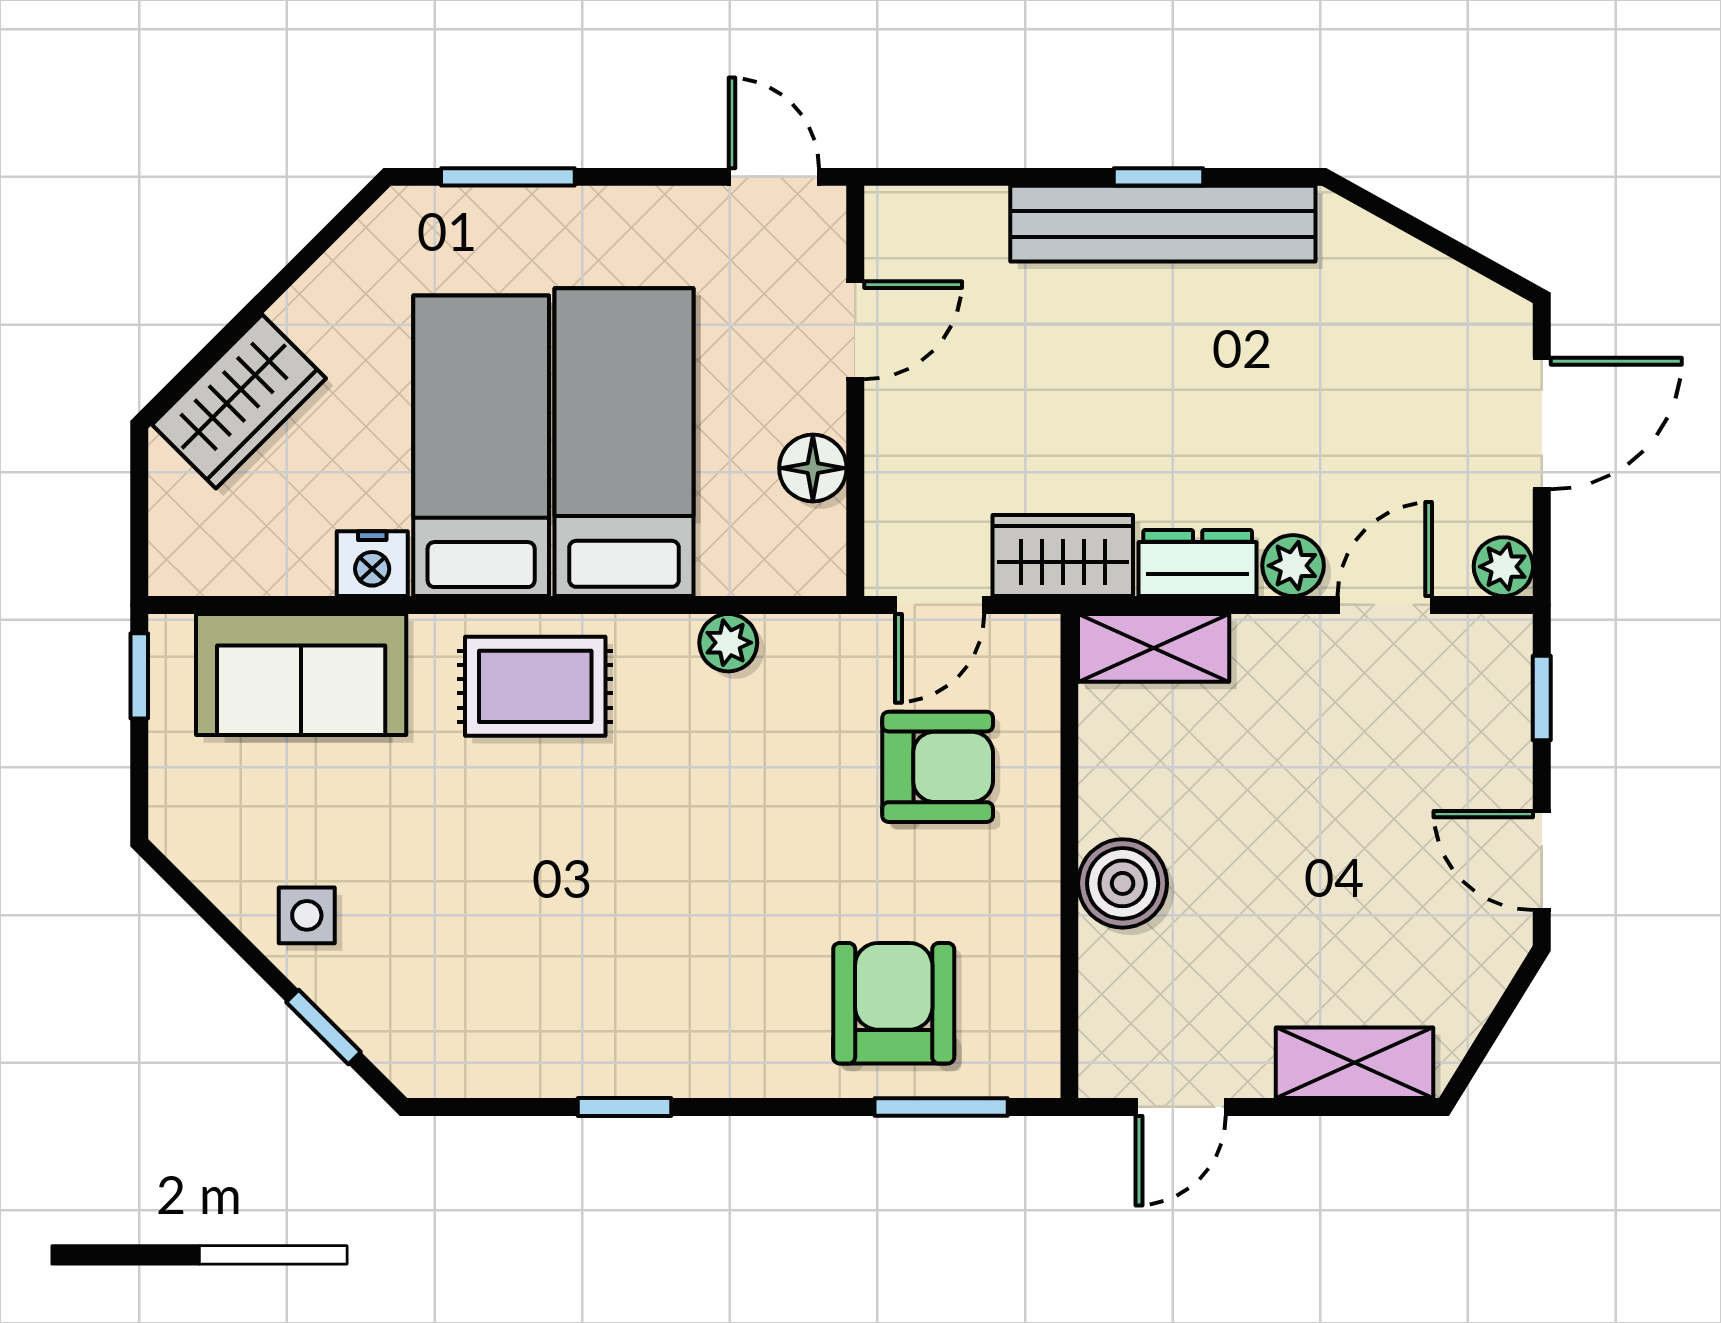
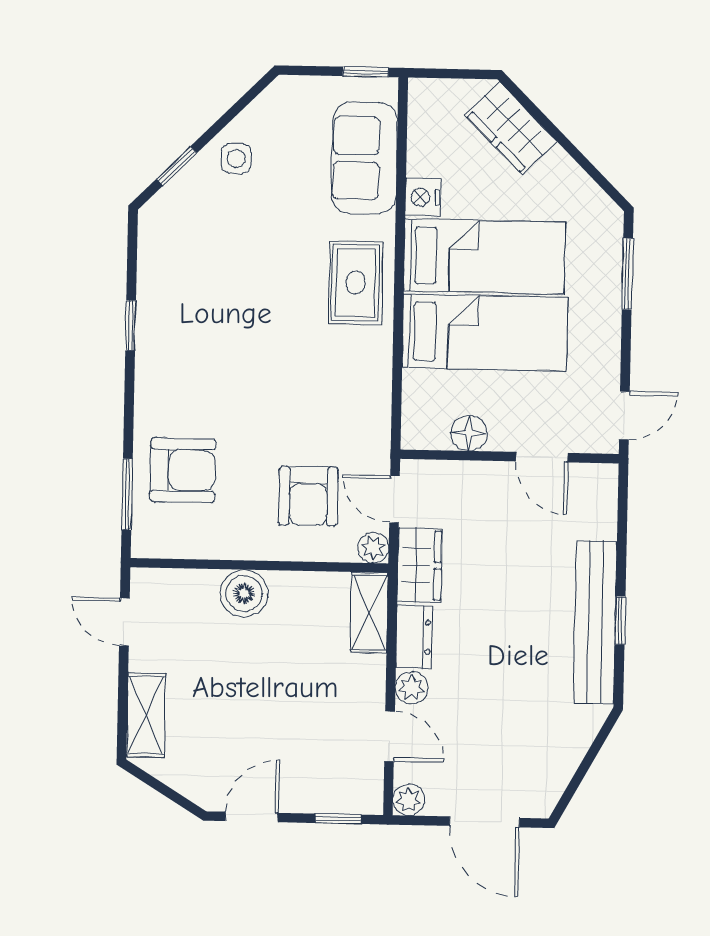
plant: (728, 643) -> (373, 548), moved

